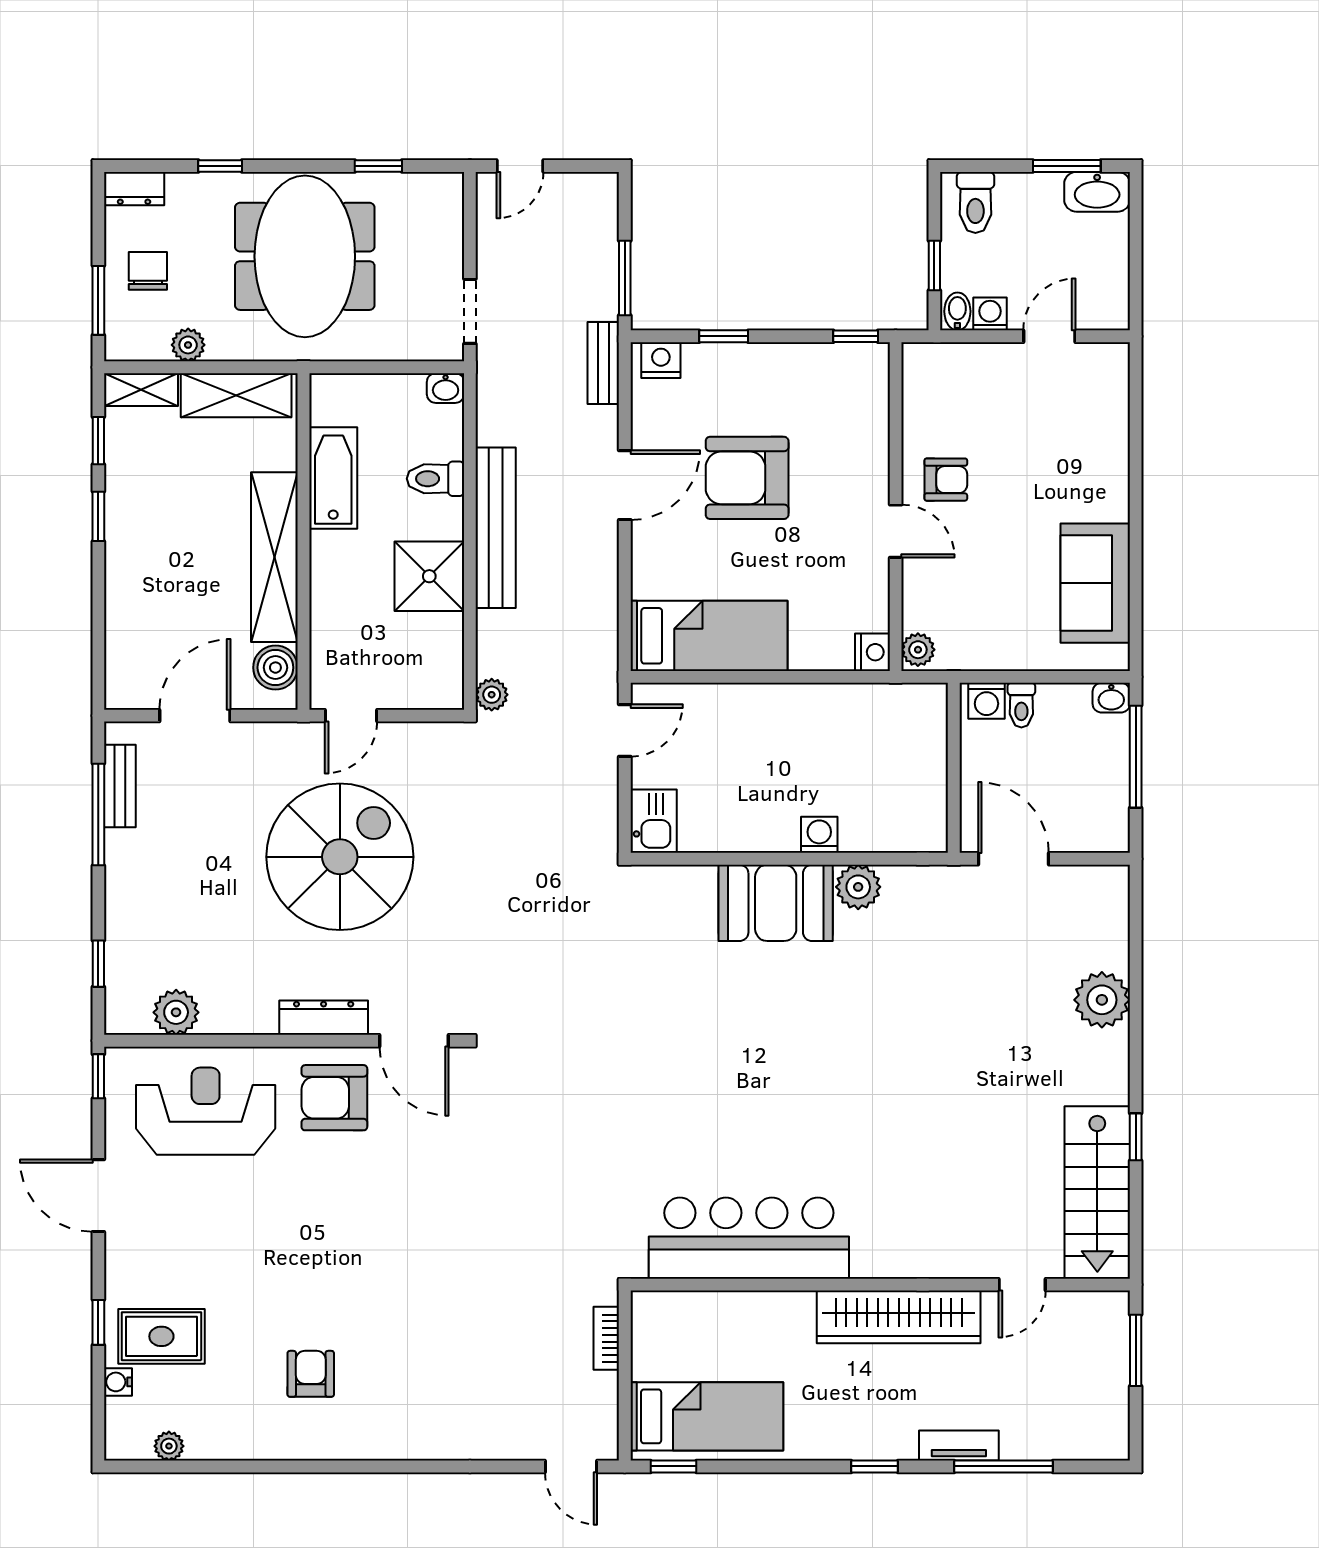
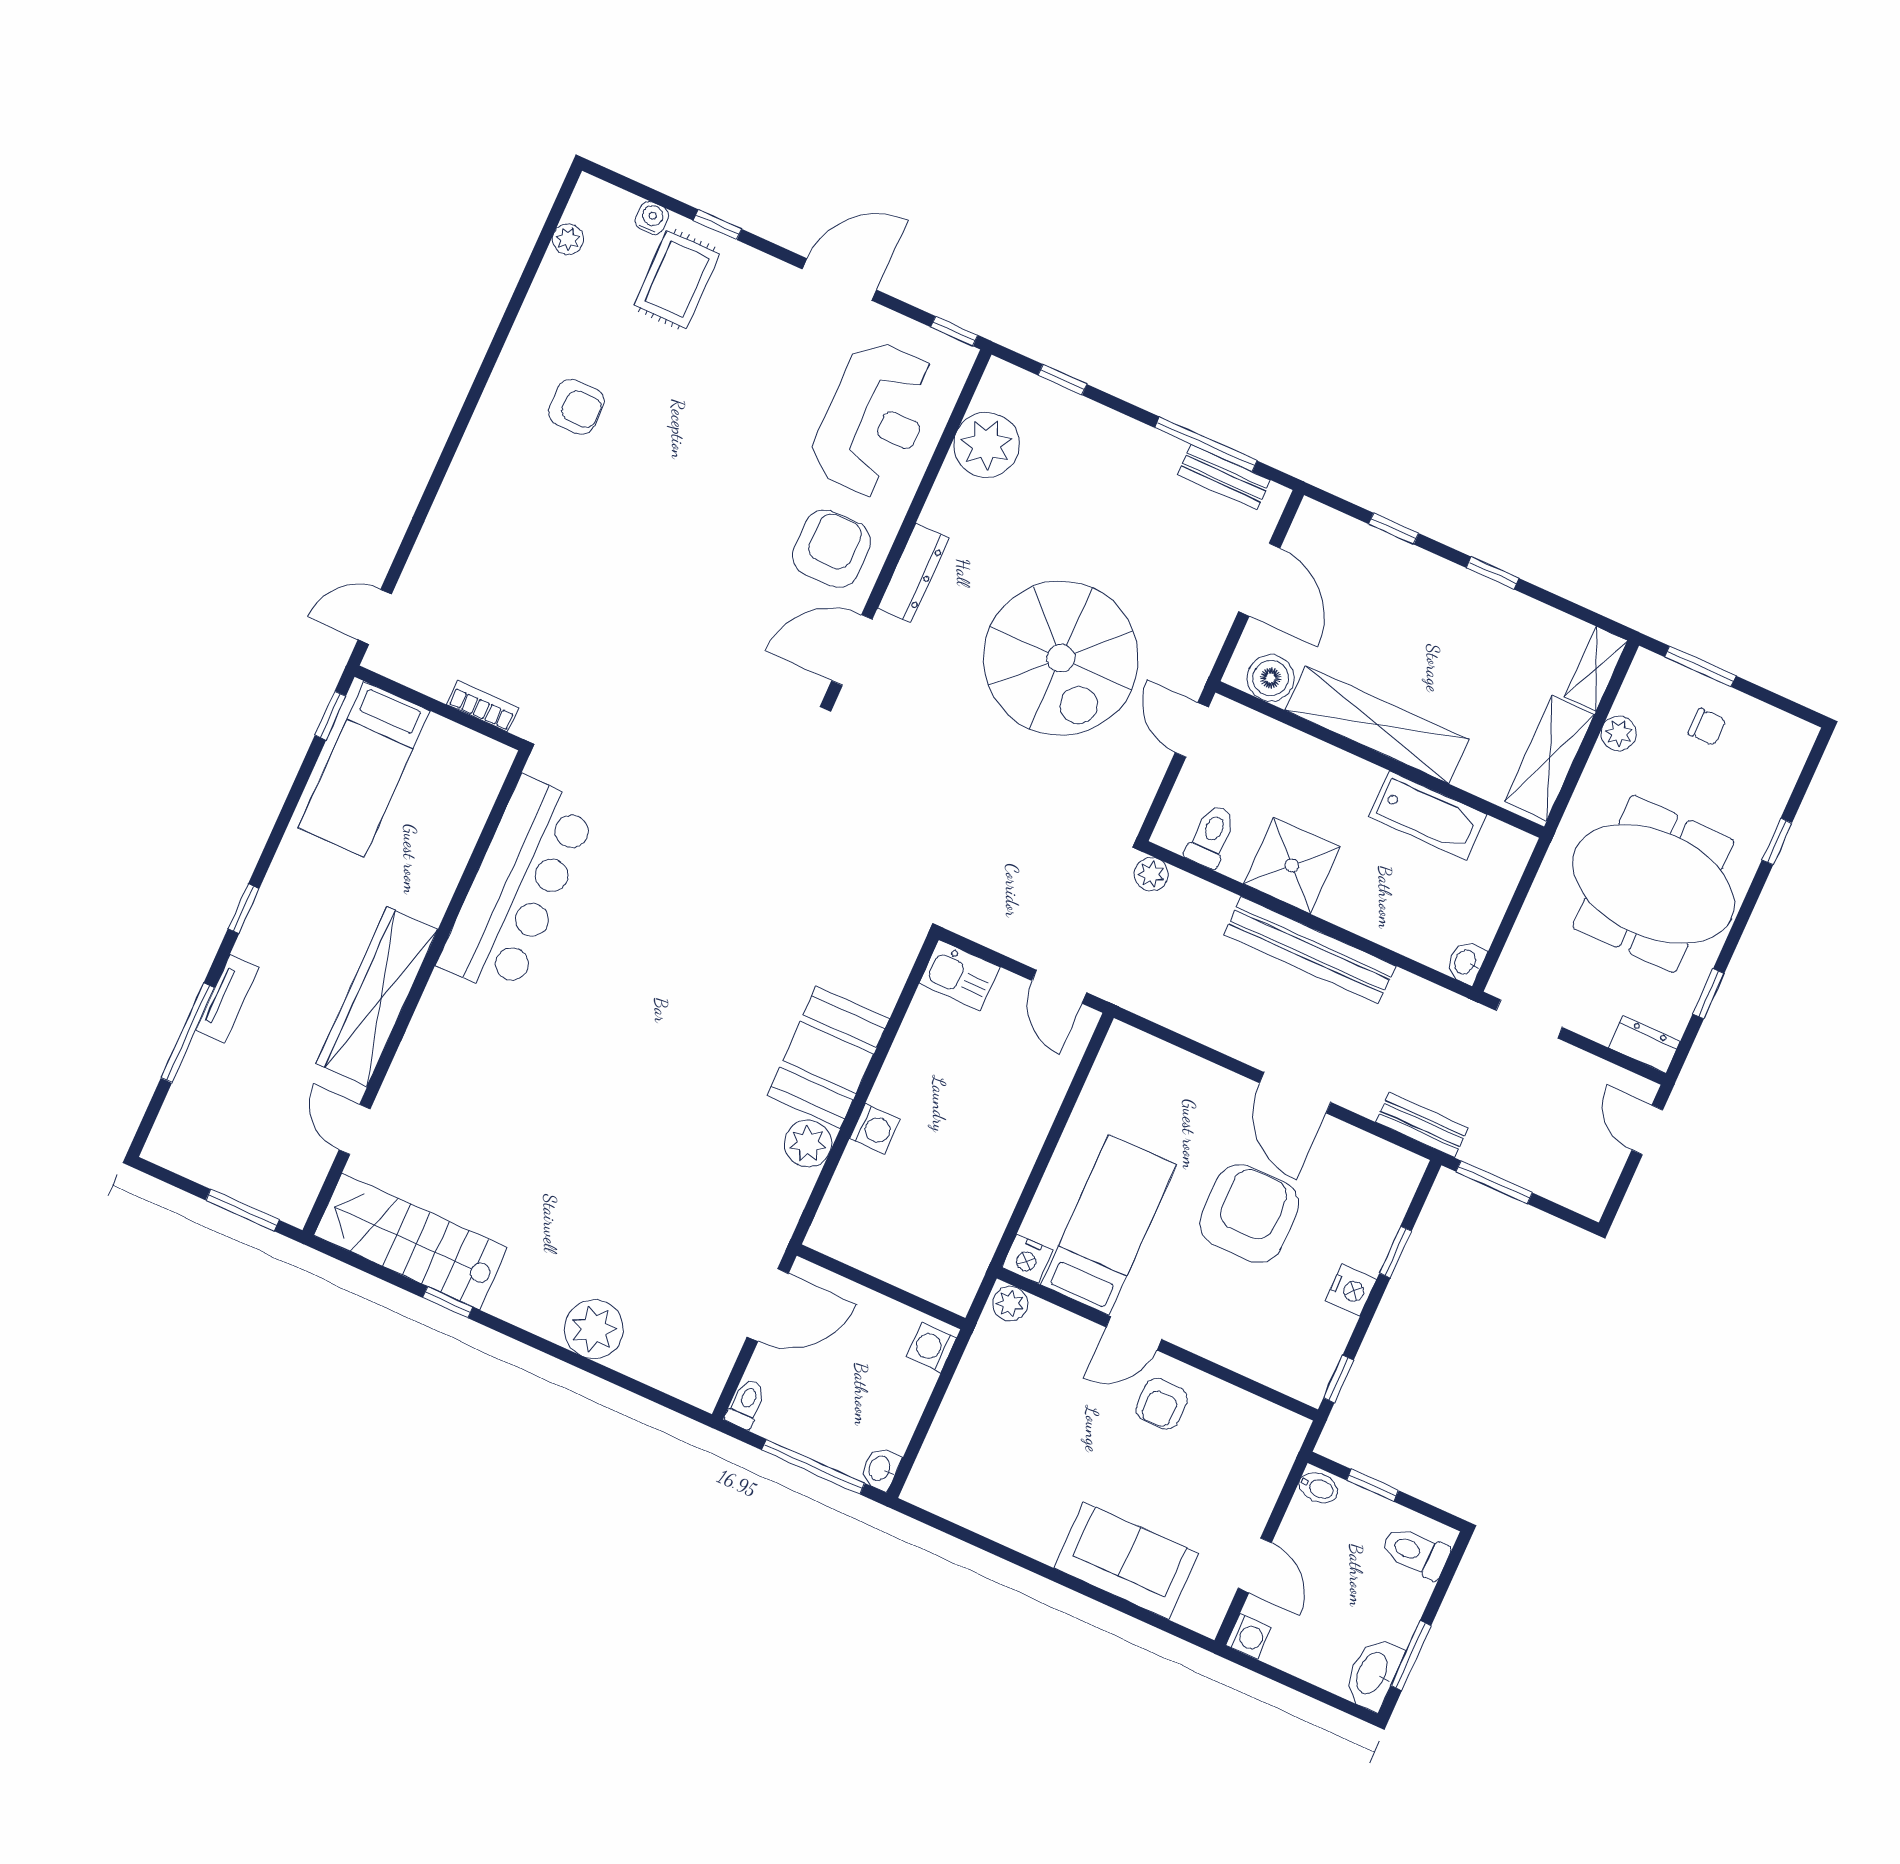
dresser: (134, 189) -> (1644, 1045), moved, turned 90
chair: (148, 271) -> (1707, 727), width x0.73, depth x0.73
washing machine: (990, 314) -> (1249, 1636), moved
nightstand: (661, 360) -> (1351, 1290), moved
window: (98, 441) -> (1394, 529), moved
toilet: (436, 479) -> (1211, 836), moved
sofa: (1095, 583) -> (1126, 1561), moved
bed: (709, 636) -> (1109, 1225), moved, turned 180
toilet: (1021, 705) -> (746, 1404), moved, turned 90
plant: (176, 1012) -> (986, 445), width x1.36, depth x1.36

